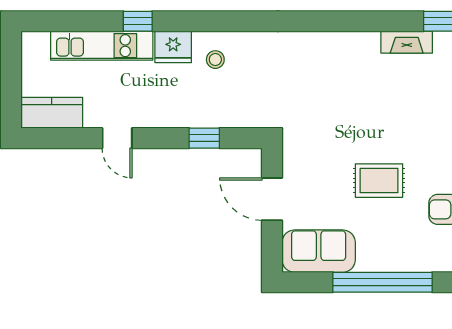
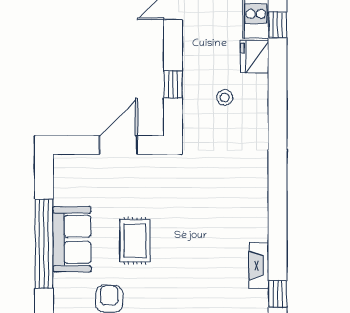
stool: (215, 60) -> (225, 97), moved
sofa: (319, 251) -> (72, 239), moved

